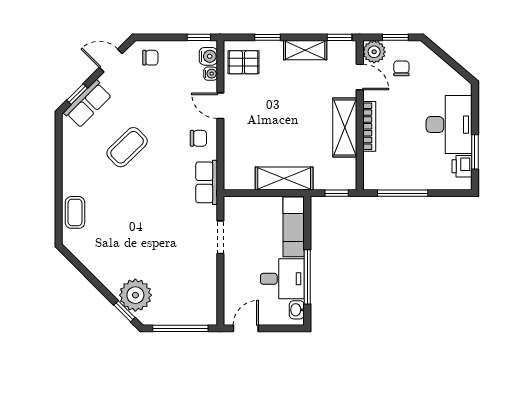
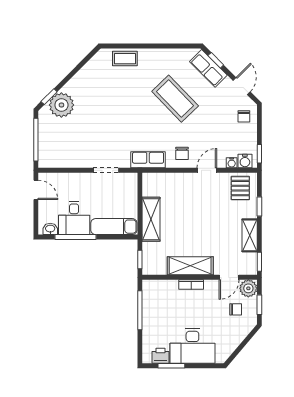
bookcase: (369, 126) -> (191, 285), width x0.64
coffee table: (127, 147) -> (175, 99), width x1.36, depth x1.32

